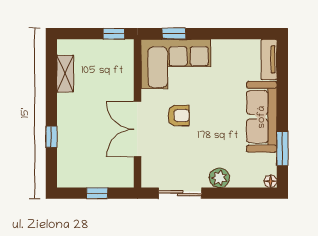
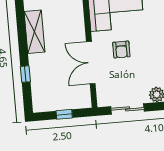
shelving: (65, 74) -> (35, 32), width x1.50, depth x1.33
armchair: (179, 116) -> (121, 50), turned 90

